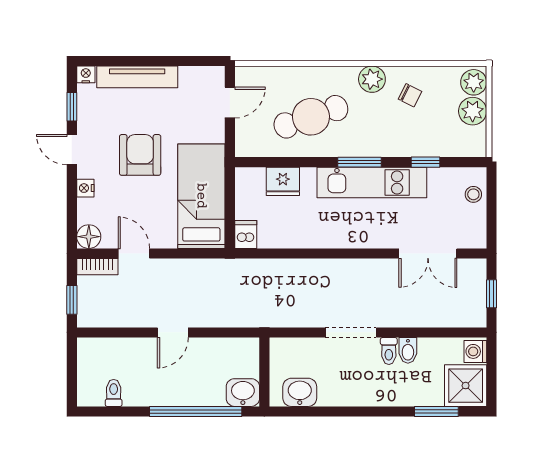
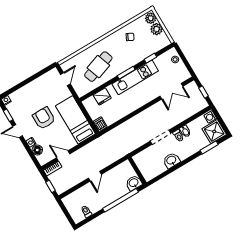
tv unit: (137, 77) -> (26, 90), removed
plant: (372, 79) -> (113, 39), removed
floor lamp: (89, 237) -> (37, 150), moved
washbasin: (300, 392) -> (171, 160), moved

